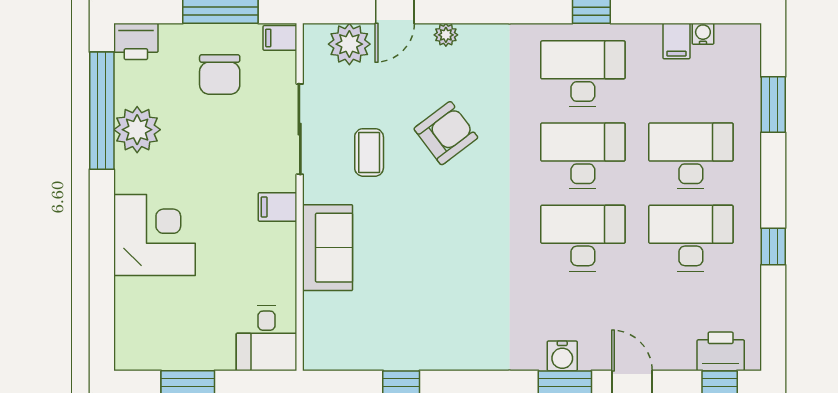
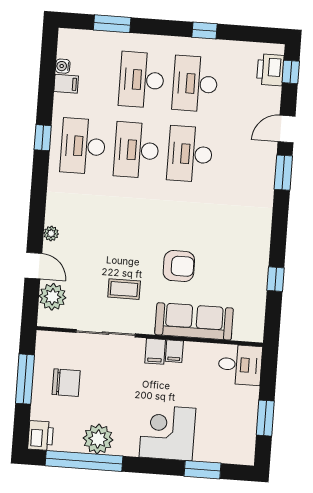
filing cabinet: (280, 38) -> (174, 351), moved
armchair: (446, 133) -> (179, 266), moved, turned 127
sofa: (328, 248) -> (194, 321), width x1.36
window: (102, 293) -> (202, 470), added
water cooler: (562, 356) -> (266, 173), removed

